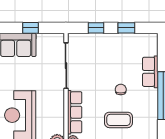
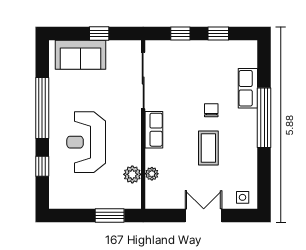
row of seats: (75, 112) -> (154, 130), width x0.68
coffee table: (118, 120) -> (208, 148), turned 90

